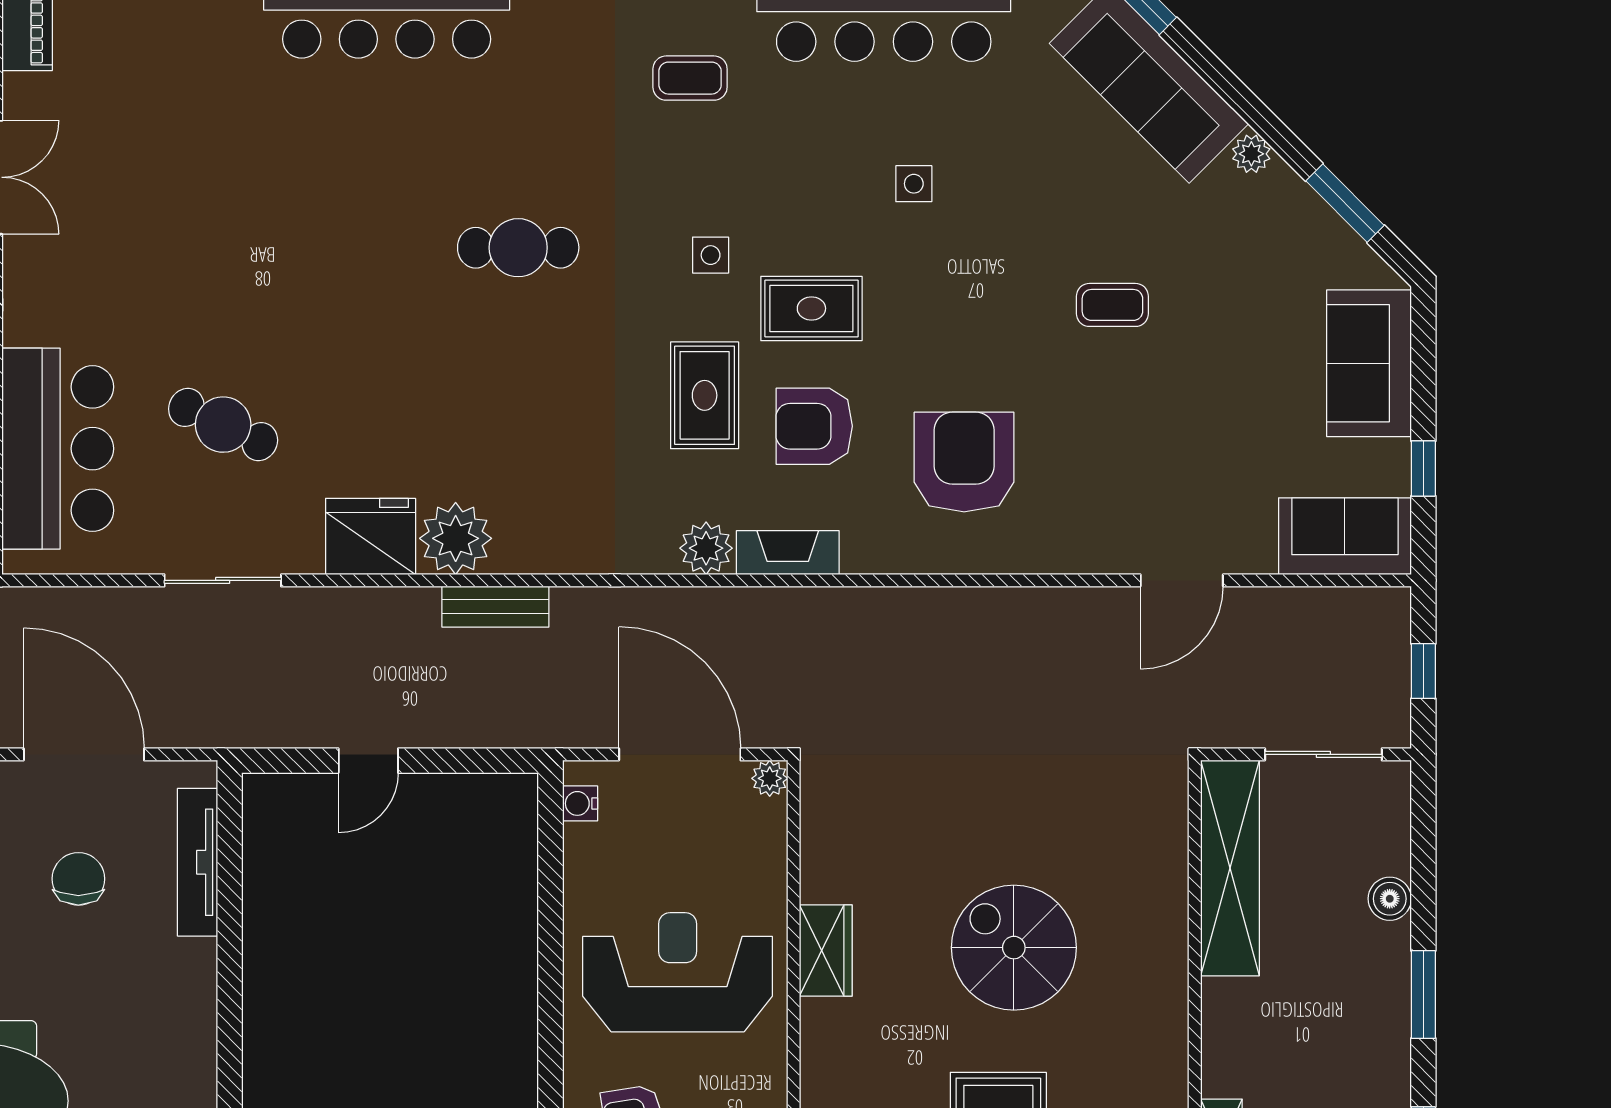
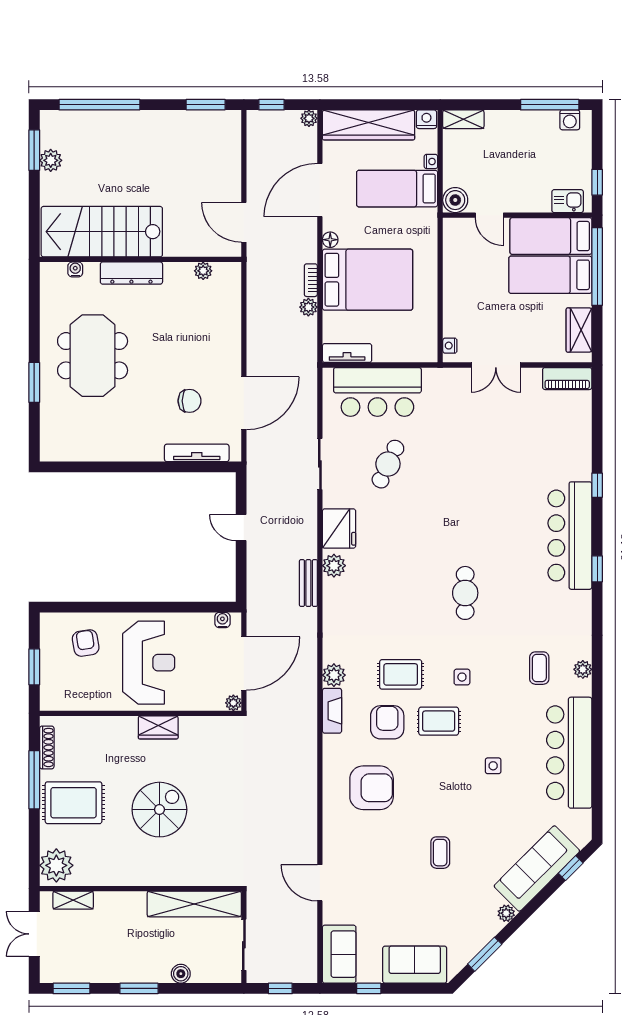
rug: (811, 308) -> (439, 721), turned 90
plant: (456, 538) -> (334, 566), width x0.73, depth x0.73

